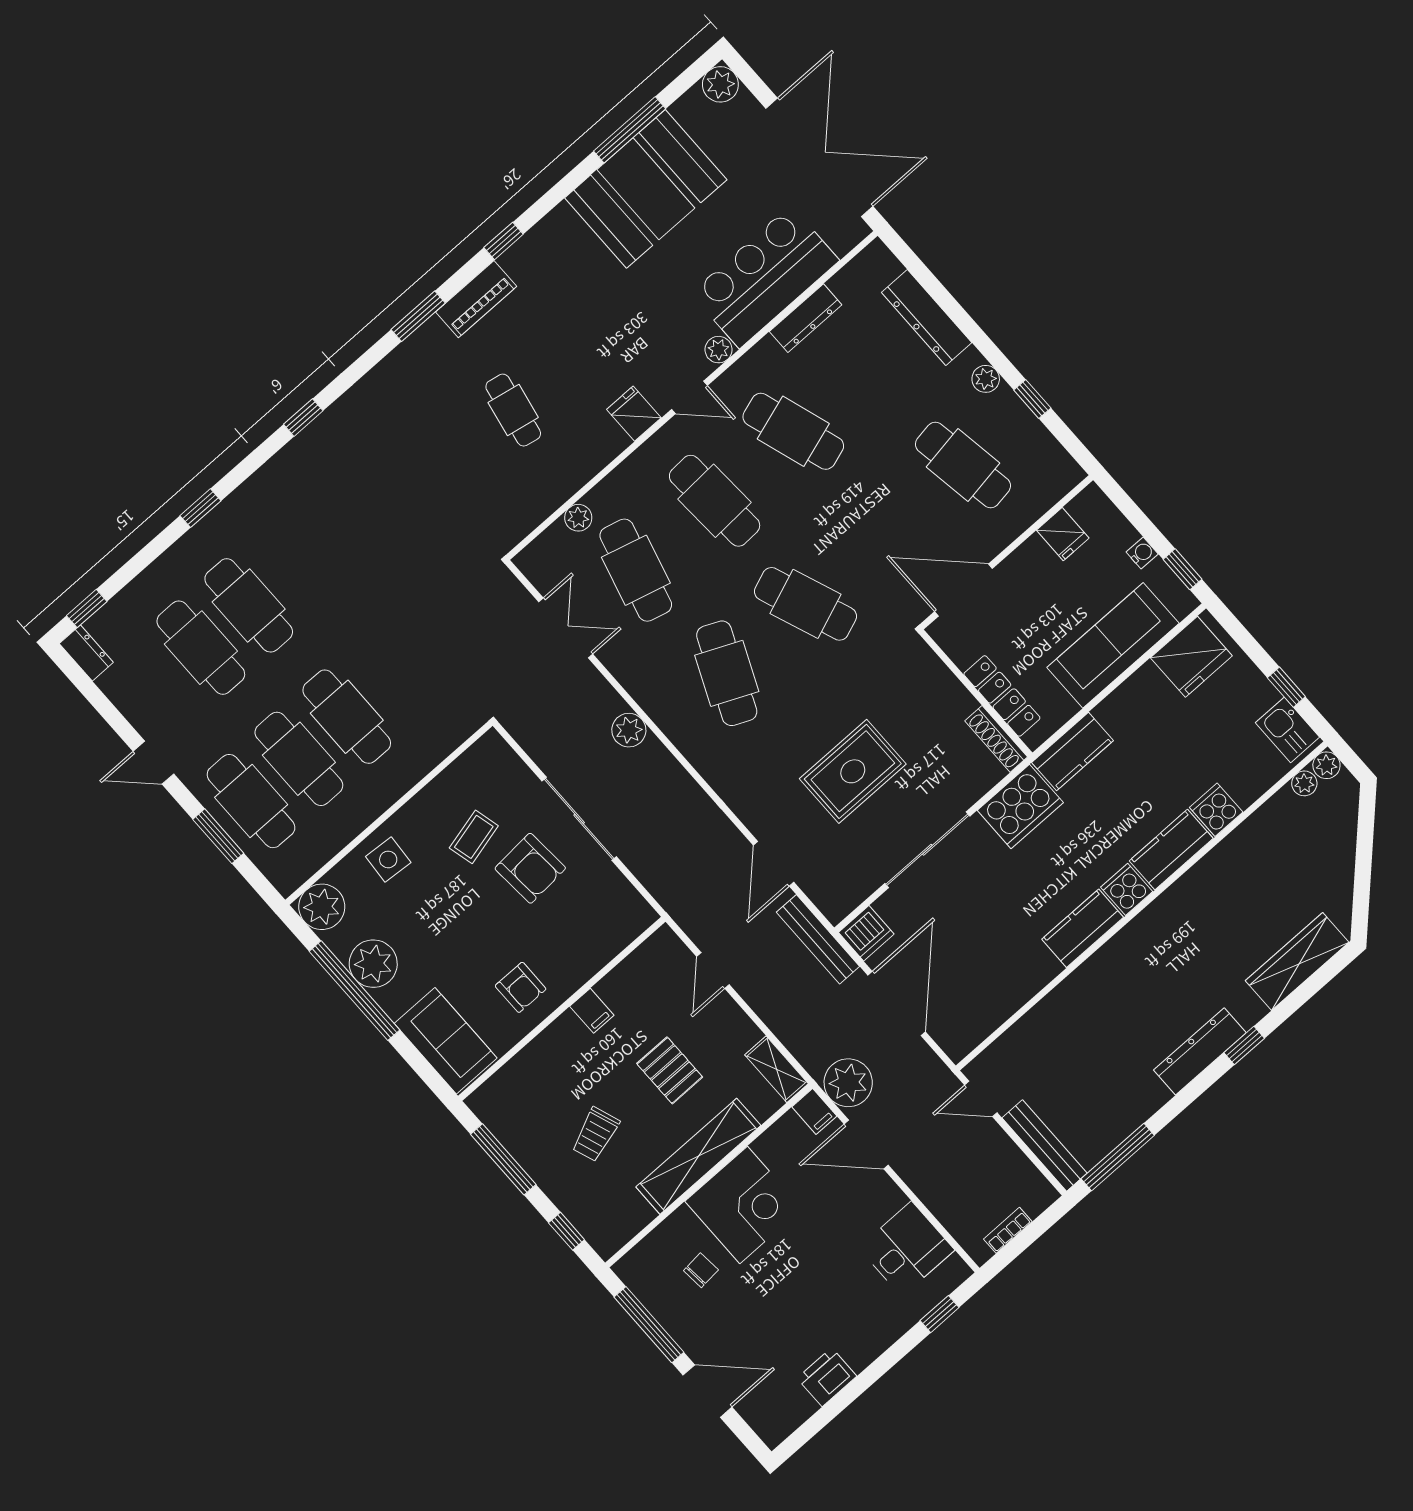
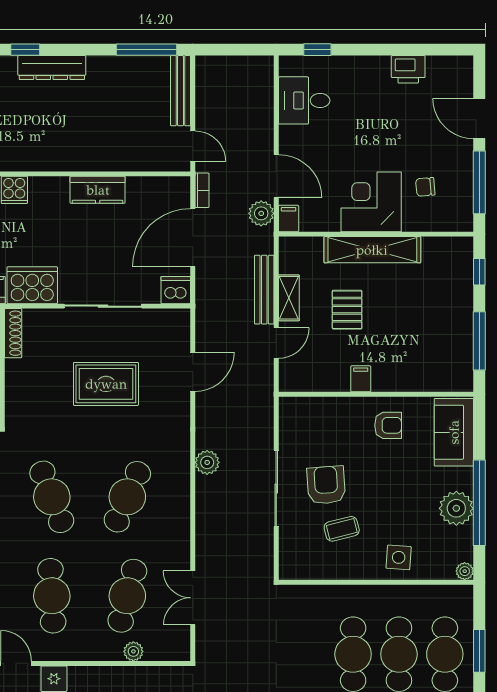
plant: (629, 730) -> (207, 462), moved
plant: (322, 907) -> (465, 571), width x0.53, depth x0.53
kitchen counter: (1083, 928) -> (98, 190), moved
bench: (818, 939) -> (264, 290), moved
armchair: (521, 987) -> (388, 425), turned 90
shelving: (776, 1069) -> (289, 298), moved
plant: (848, 1083) -> (261, 213), width x0.73, depth x0.73
trolley: (595, 1134) -> (418, 310), removed
bookcase: (1008, 1230) -> (202, 190), moved, turned -90

